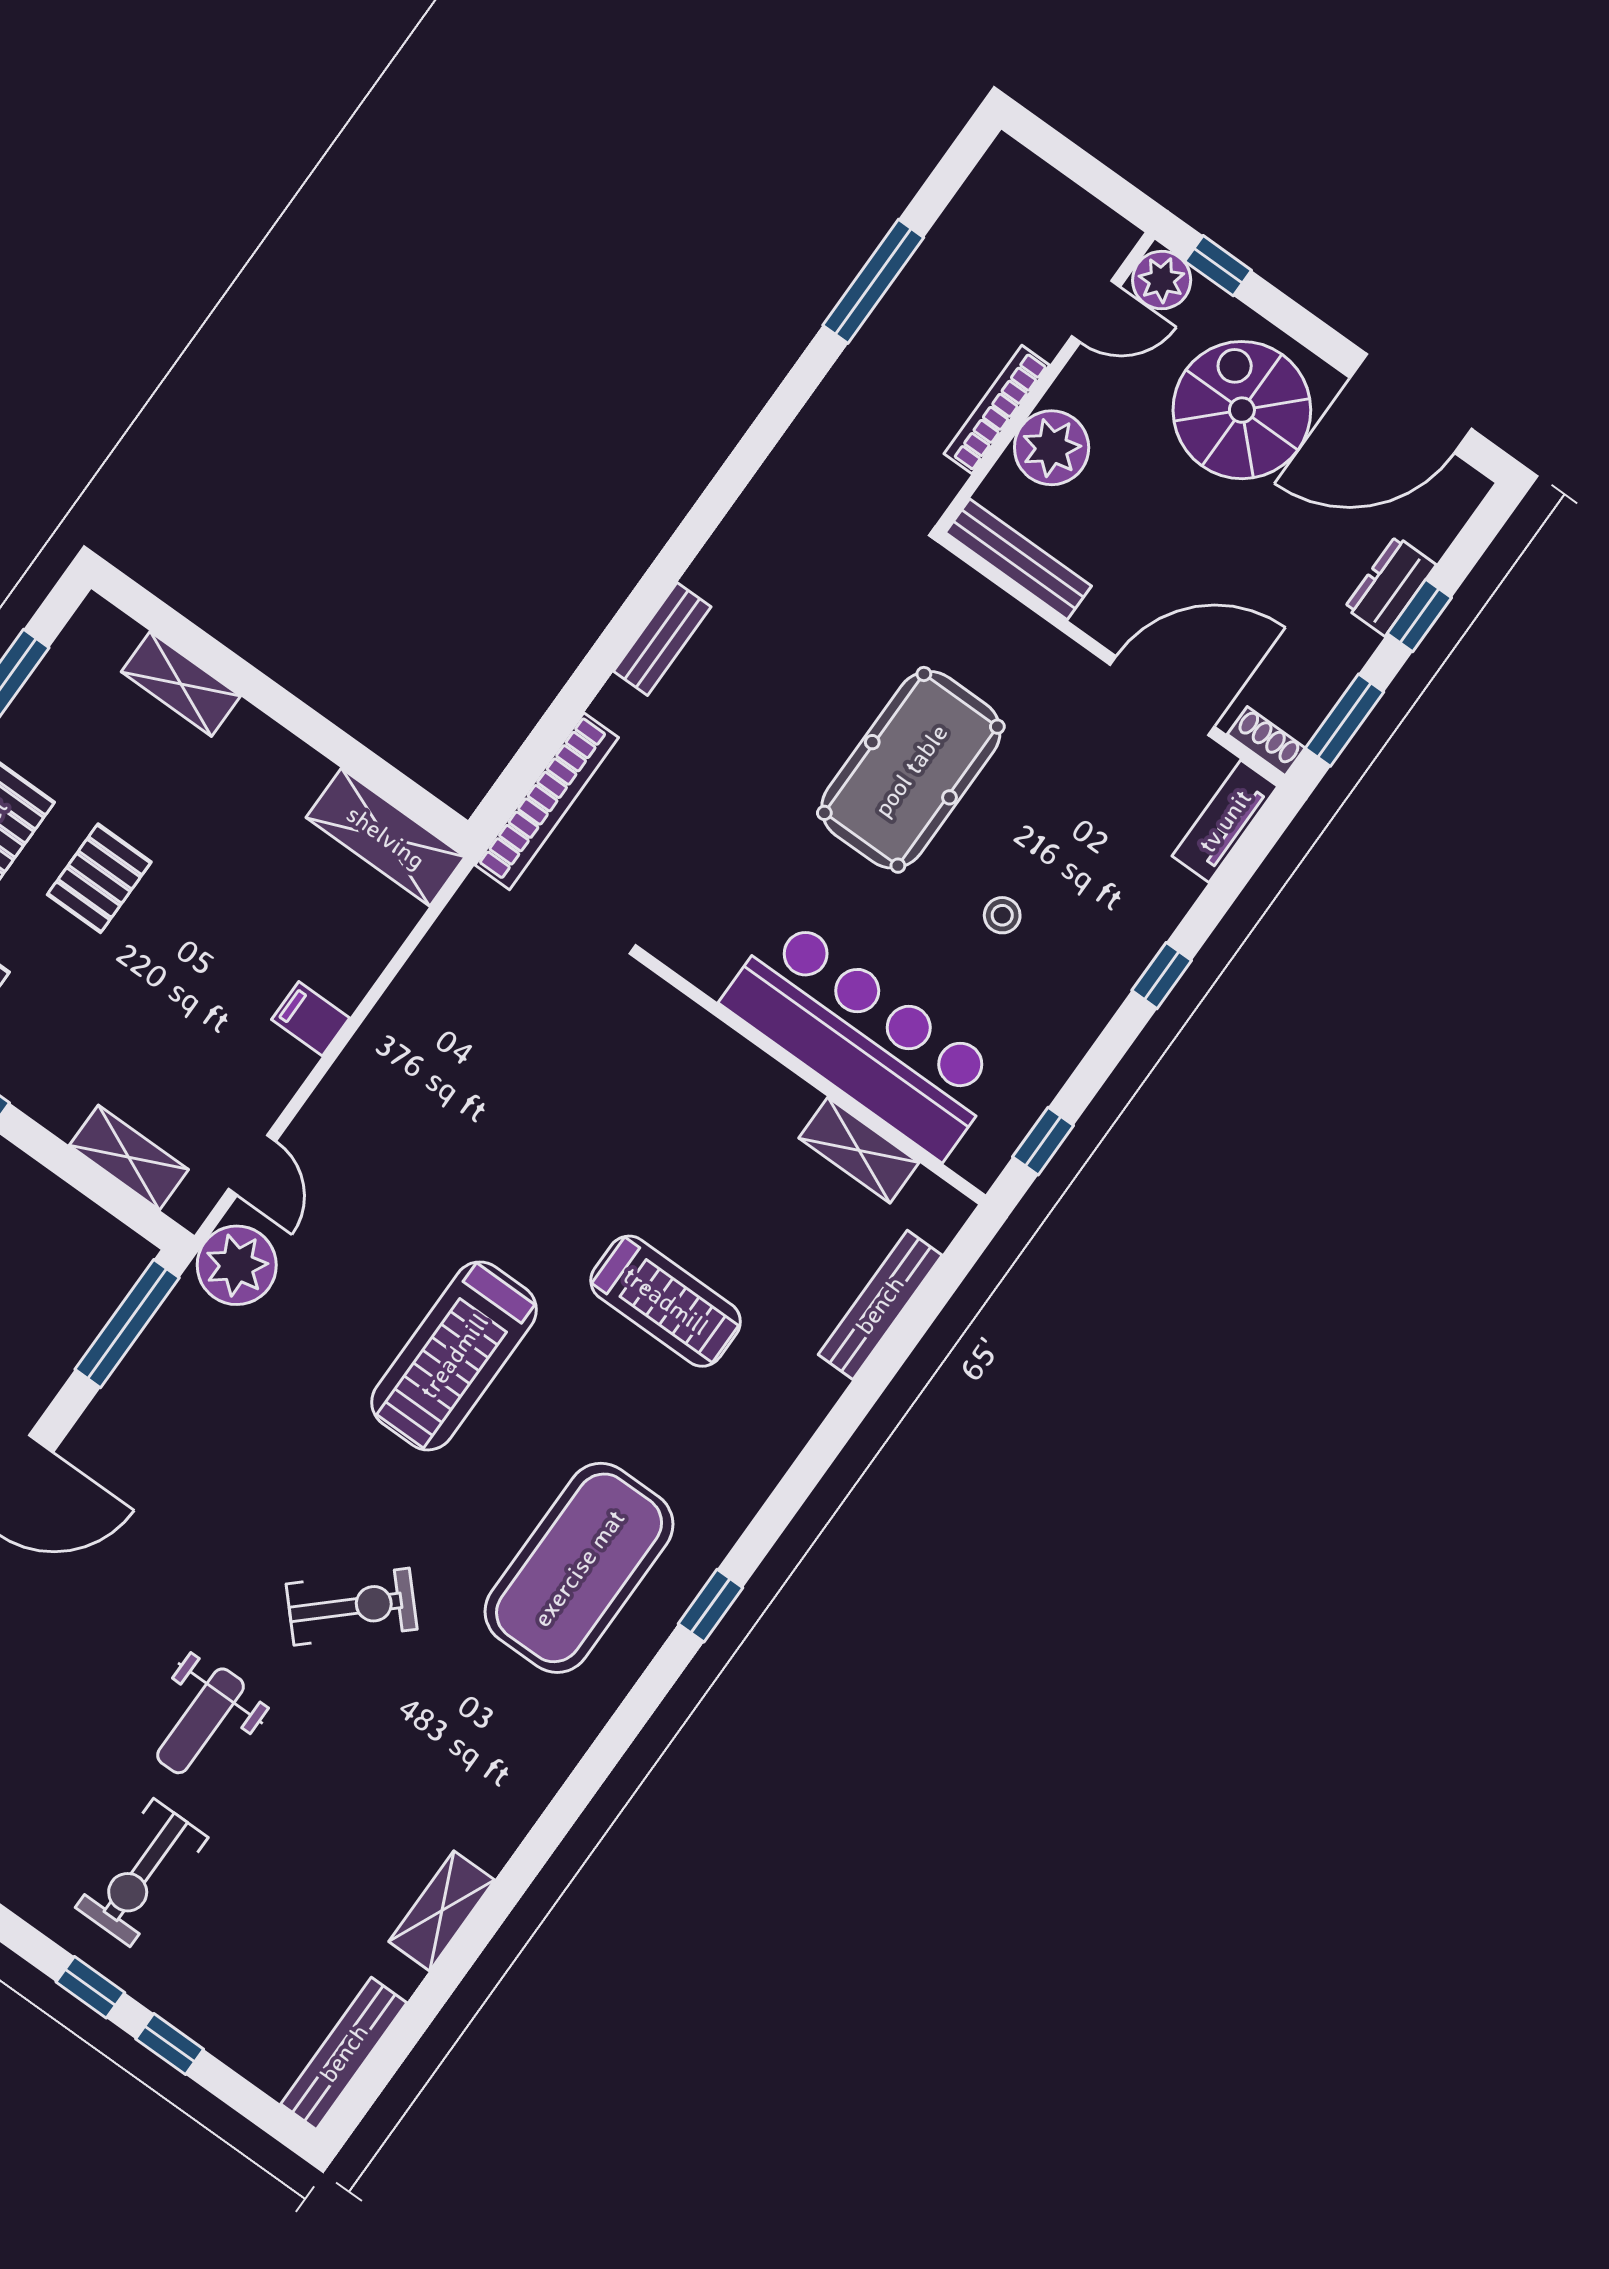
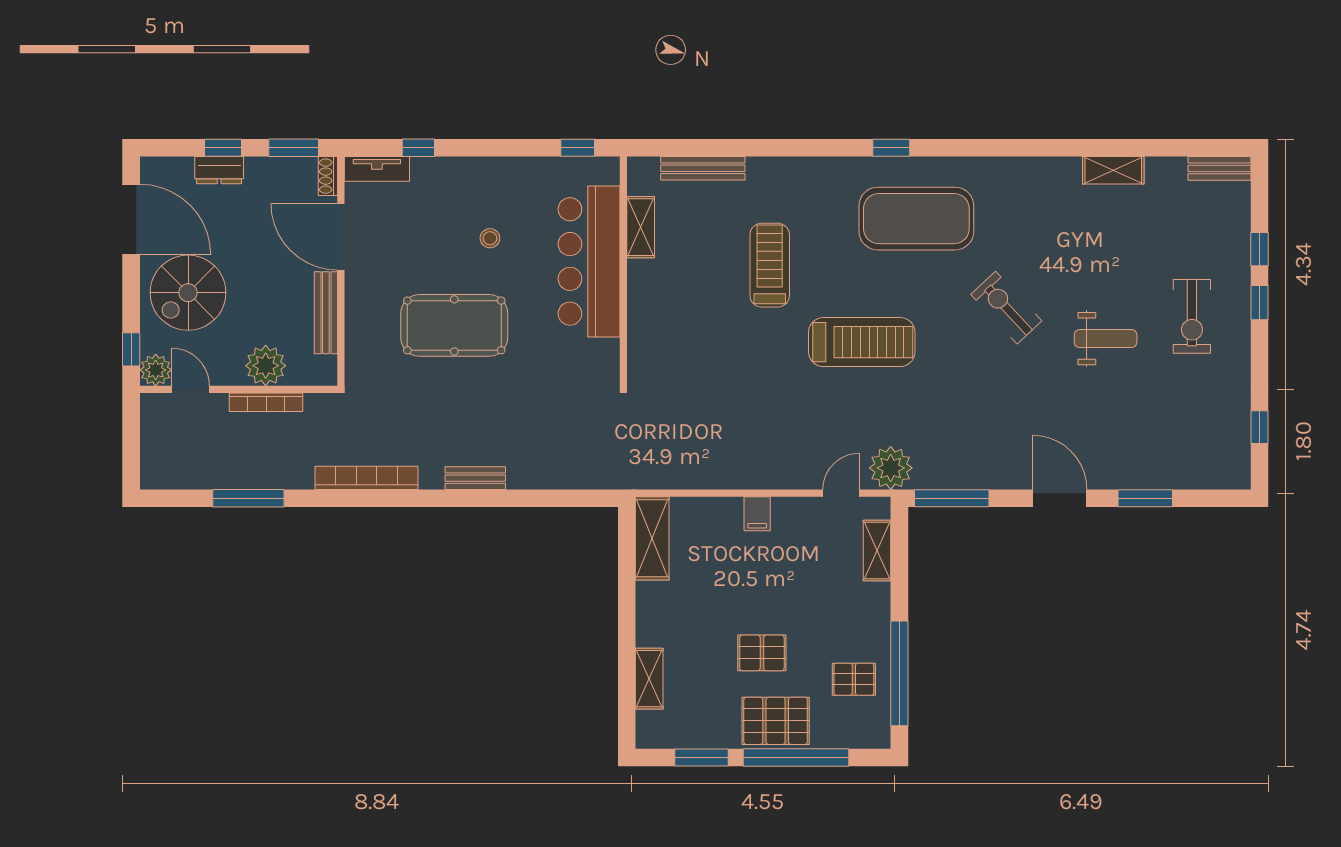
bench: (1018, 559) -> (326, 313), moved
bookcase: (547, 801) -> (366, 478), moved
window: (1162, 976) -> (418, 148), moved
exercise bike: (142, 1872) -> (1192, 316), turned 90
bench: (344, 2053) -> (1220, 168), width x0.73

